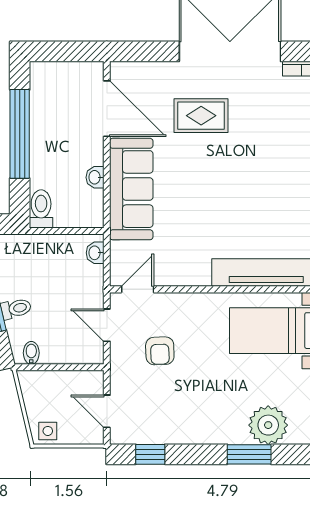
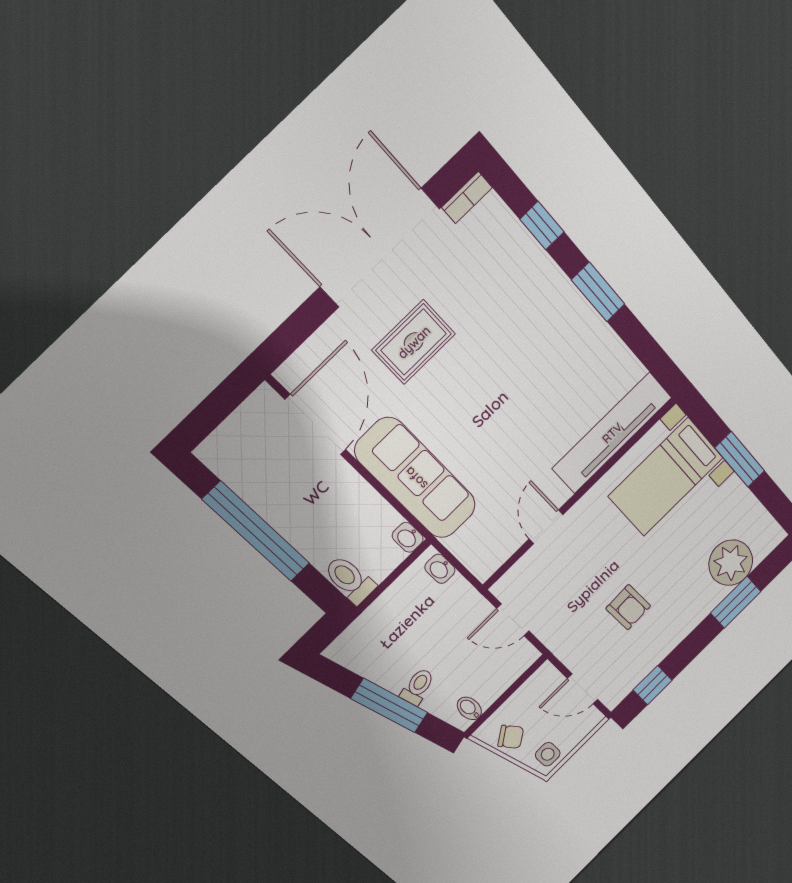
door: (107, 109) -> (316, 425), hinge flipped
washbasin: (95, 177) -> (408, 537), moved
door: (138, 289) -> (546, 527), moved
armchair: (160, 351) -> (628, 607), moved
chair: (37, 396) -> (511, 737), added

